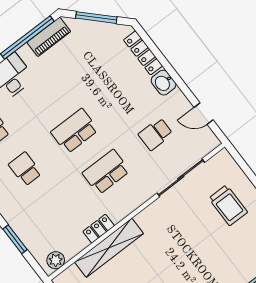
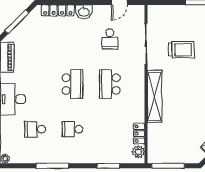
school desk: (75, 131) -> (72, 84), turned 180
trolley: (228, 205) -> (181, 50), moved
locker: (99, 229) -> (139, 134), moved
shelving: (109, 248) -> (155, 96), moved

